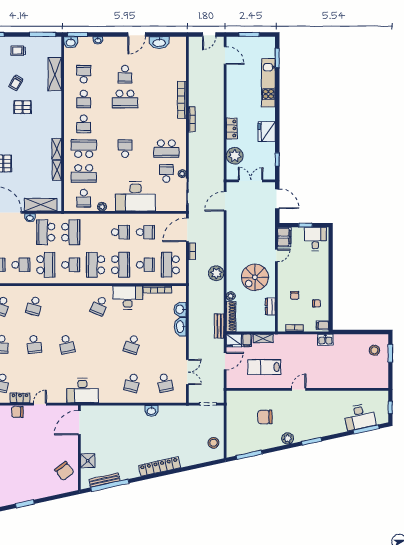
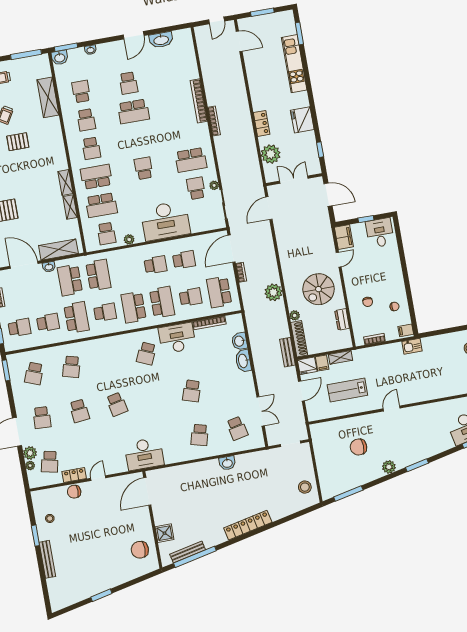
chair: (64, 471) -> (140, 550), turned 127

